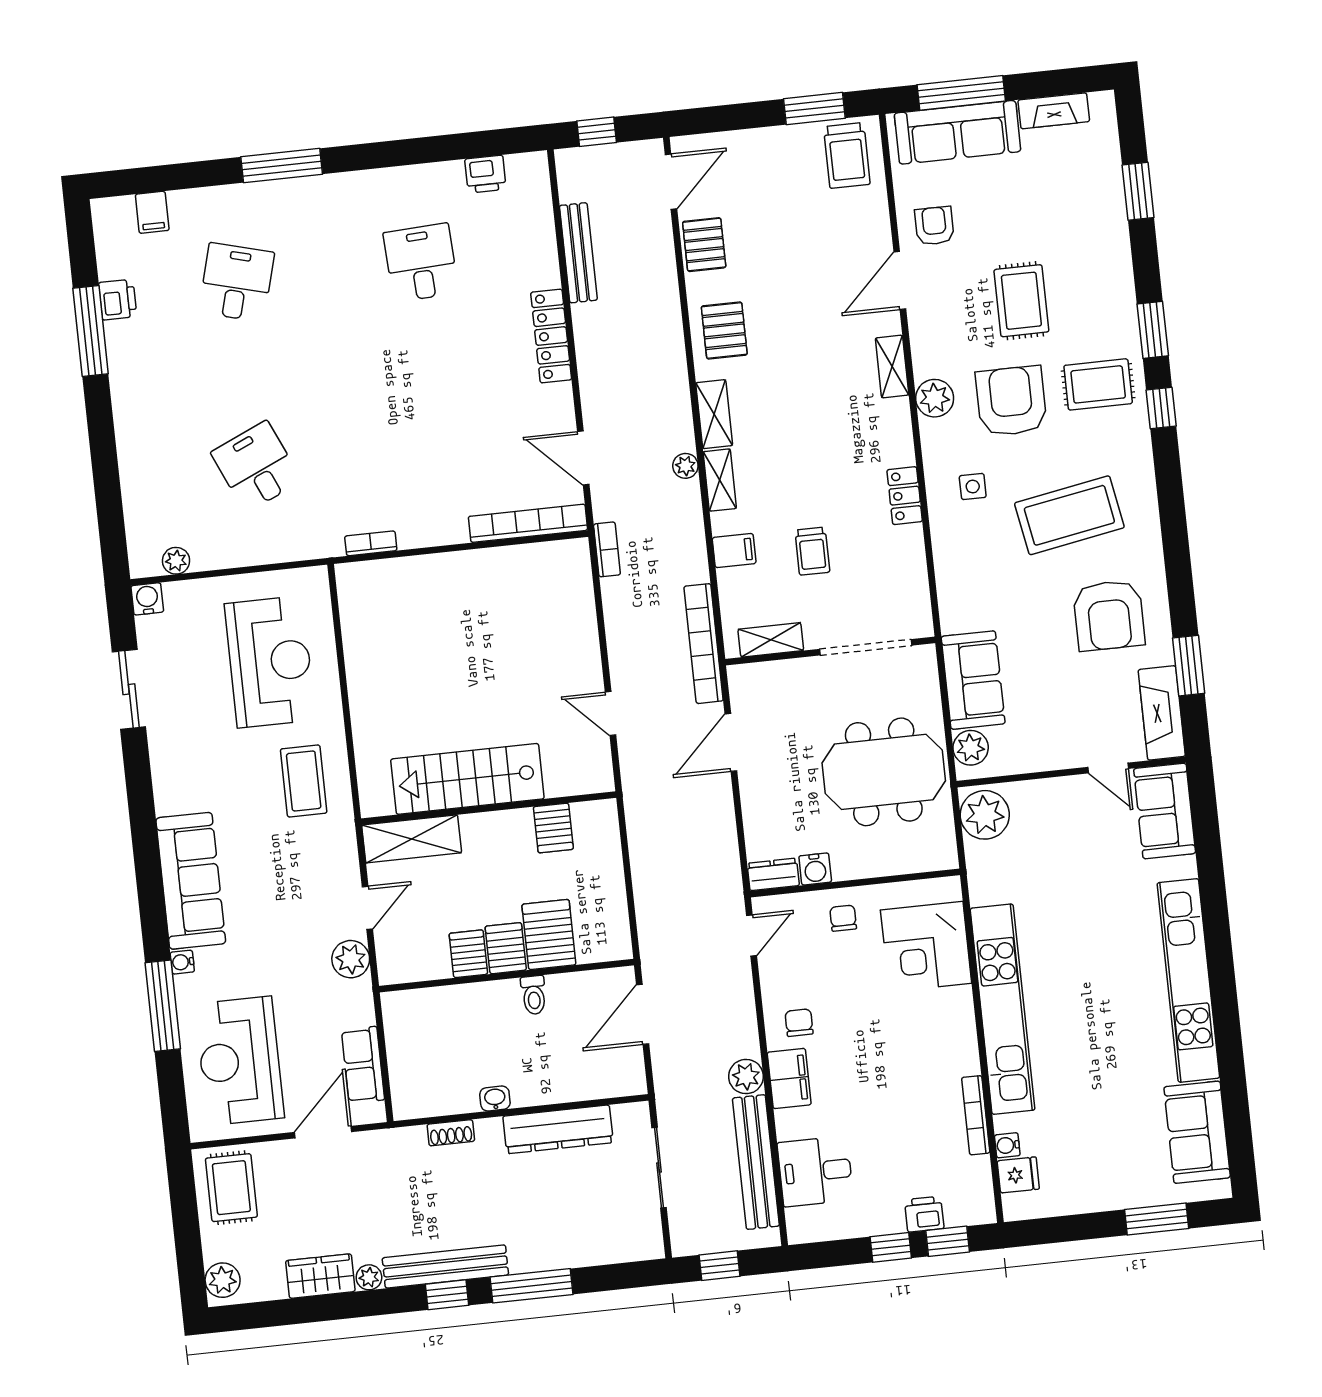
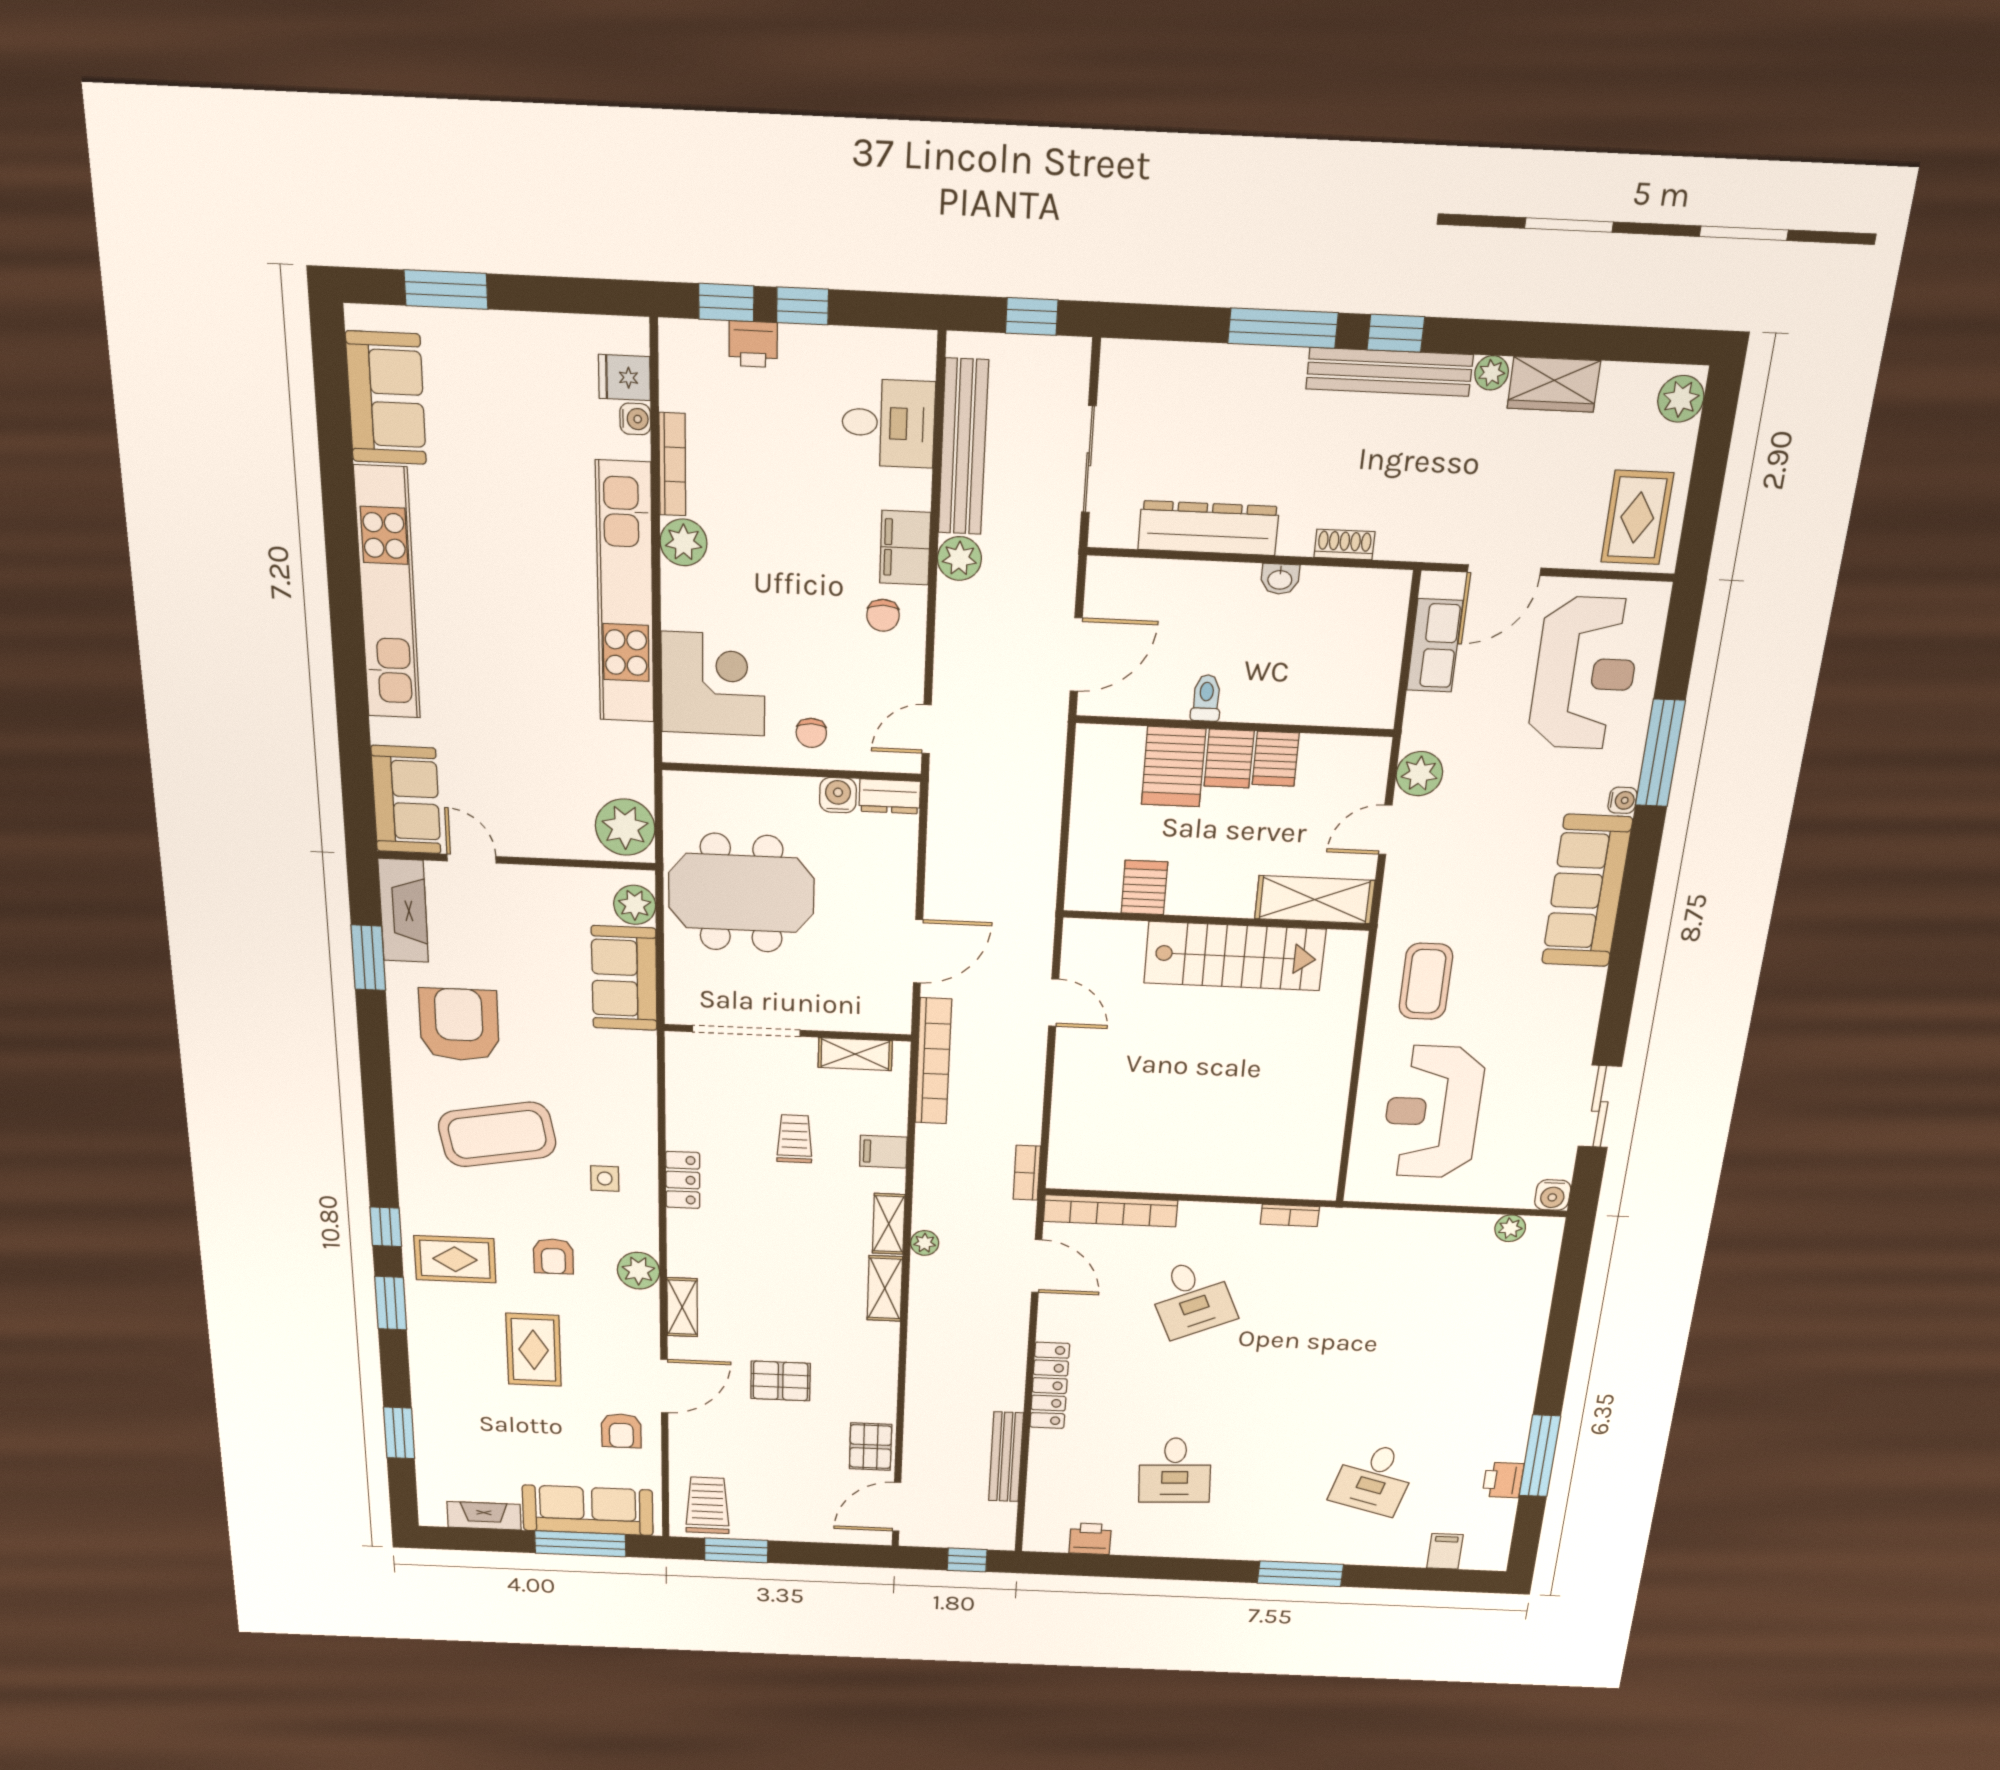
pallet: (724, 330) -> (781, 1381), moved, turned 90
armchair: (1011, 401) -> (553, 1256), width x0.53, depth x0.53
desk: (256, 467) -> (1191, 1298), moved
plant: (961, 1056) -> (684, 542), added

